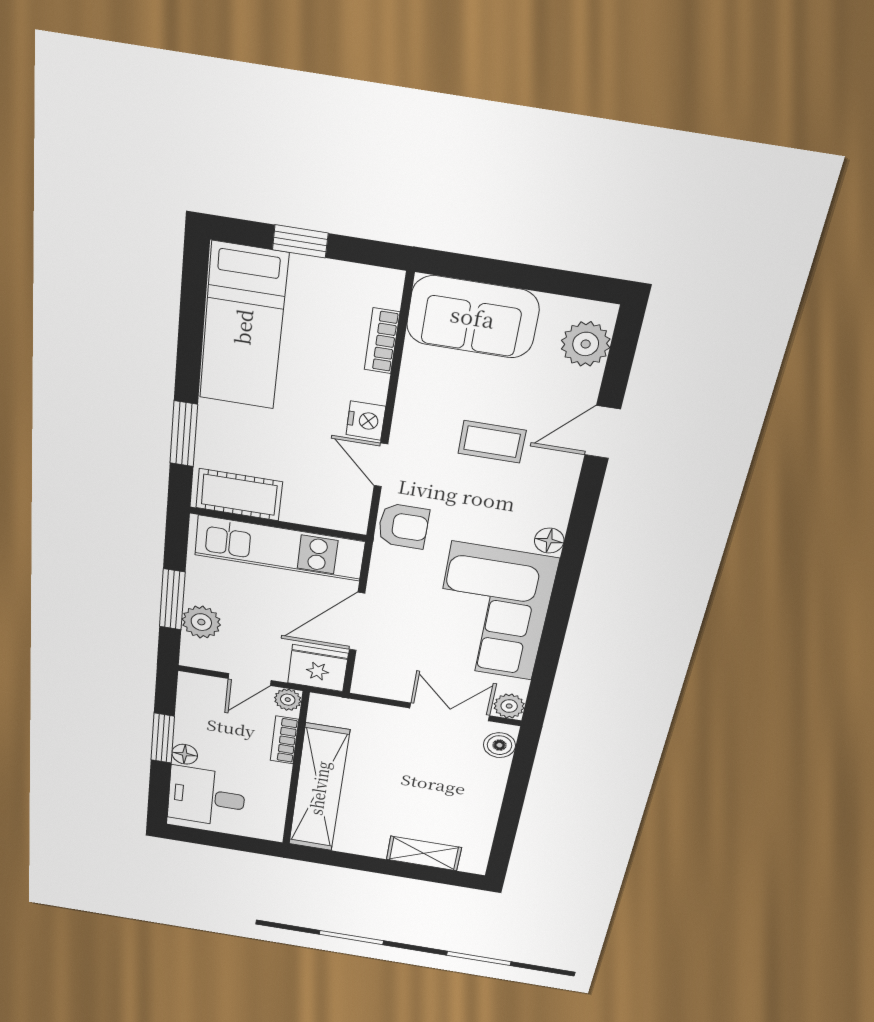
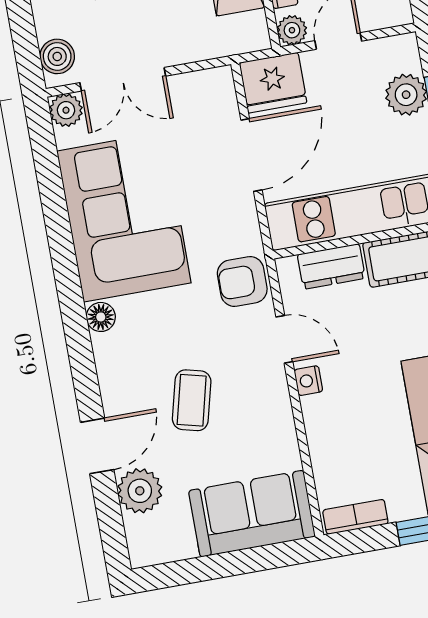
bookcase: (382, 341) -> (355, 517), moved, turned -90
plant: (586, 344) -> (140, 491), moved
nightstand: (366, 421) -> (308, 381), width x0.72, depth x0.74
coffee table: (492, 442) -> (192, 400), turned -76
dresser: (314, 511) -> (331, 266), added

